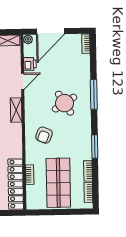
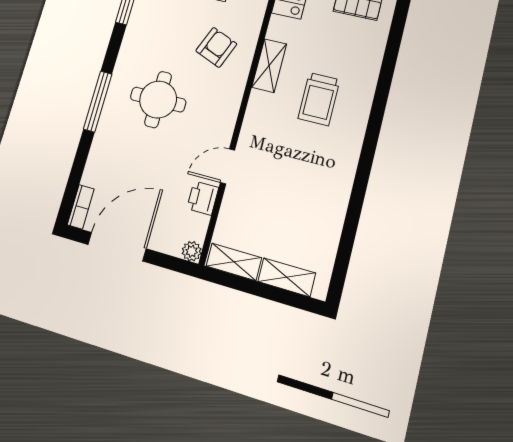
door: (50, 31) -> (117, 247), moved
round table: (65, 103) -> (158, 100), turned 32
shelving: (16, 110) -> (269, 66), moved

